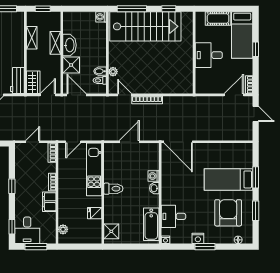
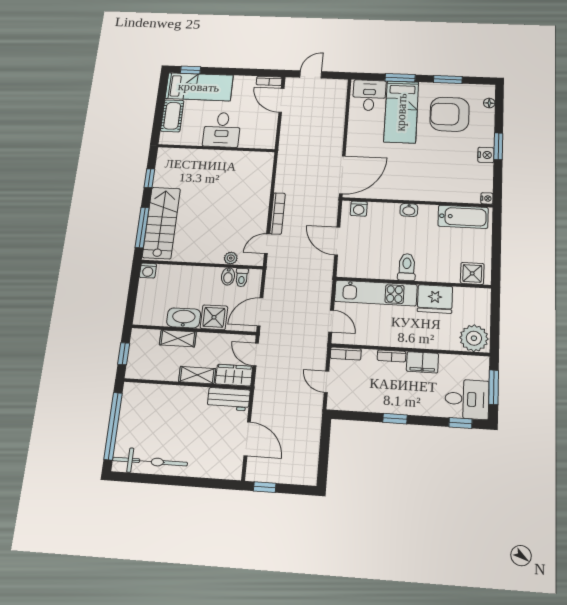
stairs: (145, 26) -> (161, 223), width x0.73, depth x0.66
shelving: (32, 38) -> (197, 375), moved
window: (256, 49) -> (190, 70), moved
washing machine: (154, 176) -> (359, 209), moved
fridge: (95, 213) -> (435, 299), width x1.88, depth x1.34
desk: (173, 216) -> (369, 95), moved, turned 180
plant: (63, 229) -> (474, 338), width x1.87, depth x1.87

